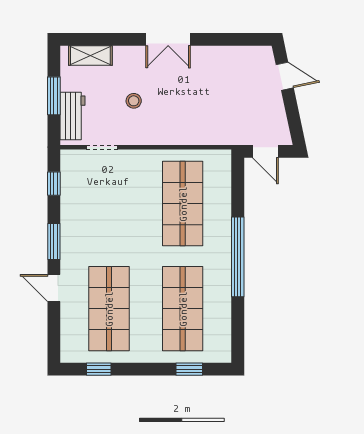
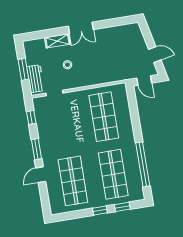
shelving: (90, 55) -> (57, 41), moved
door: (285, 76) -> (155, 55), moved
window: (238, 257) -> (143, 164), moved
door: (54, 288) -> (41, 175), hinge flipped
window: (99, 369) -> (100, 211), moved

